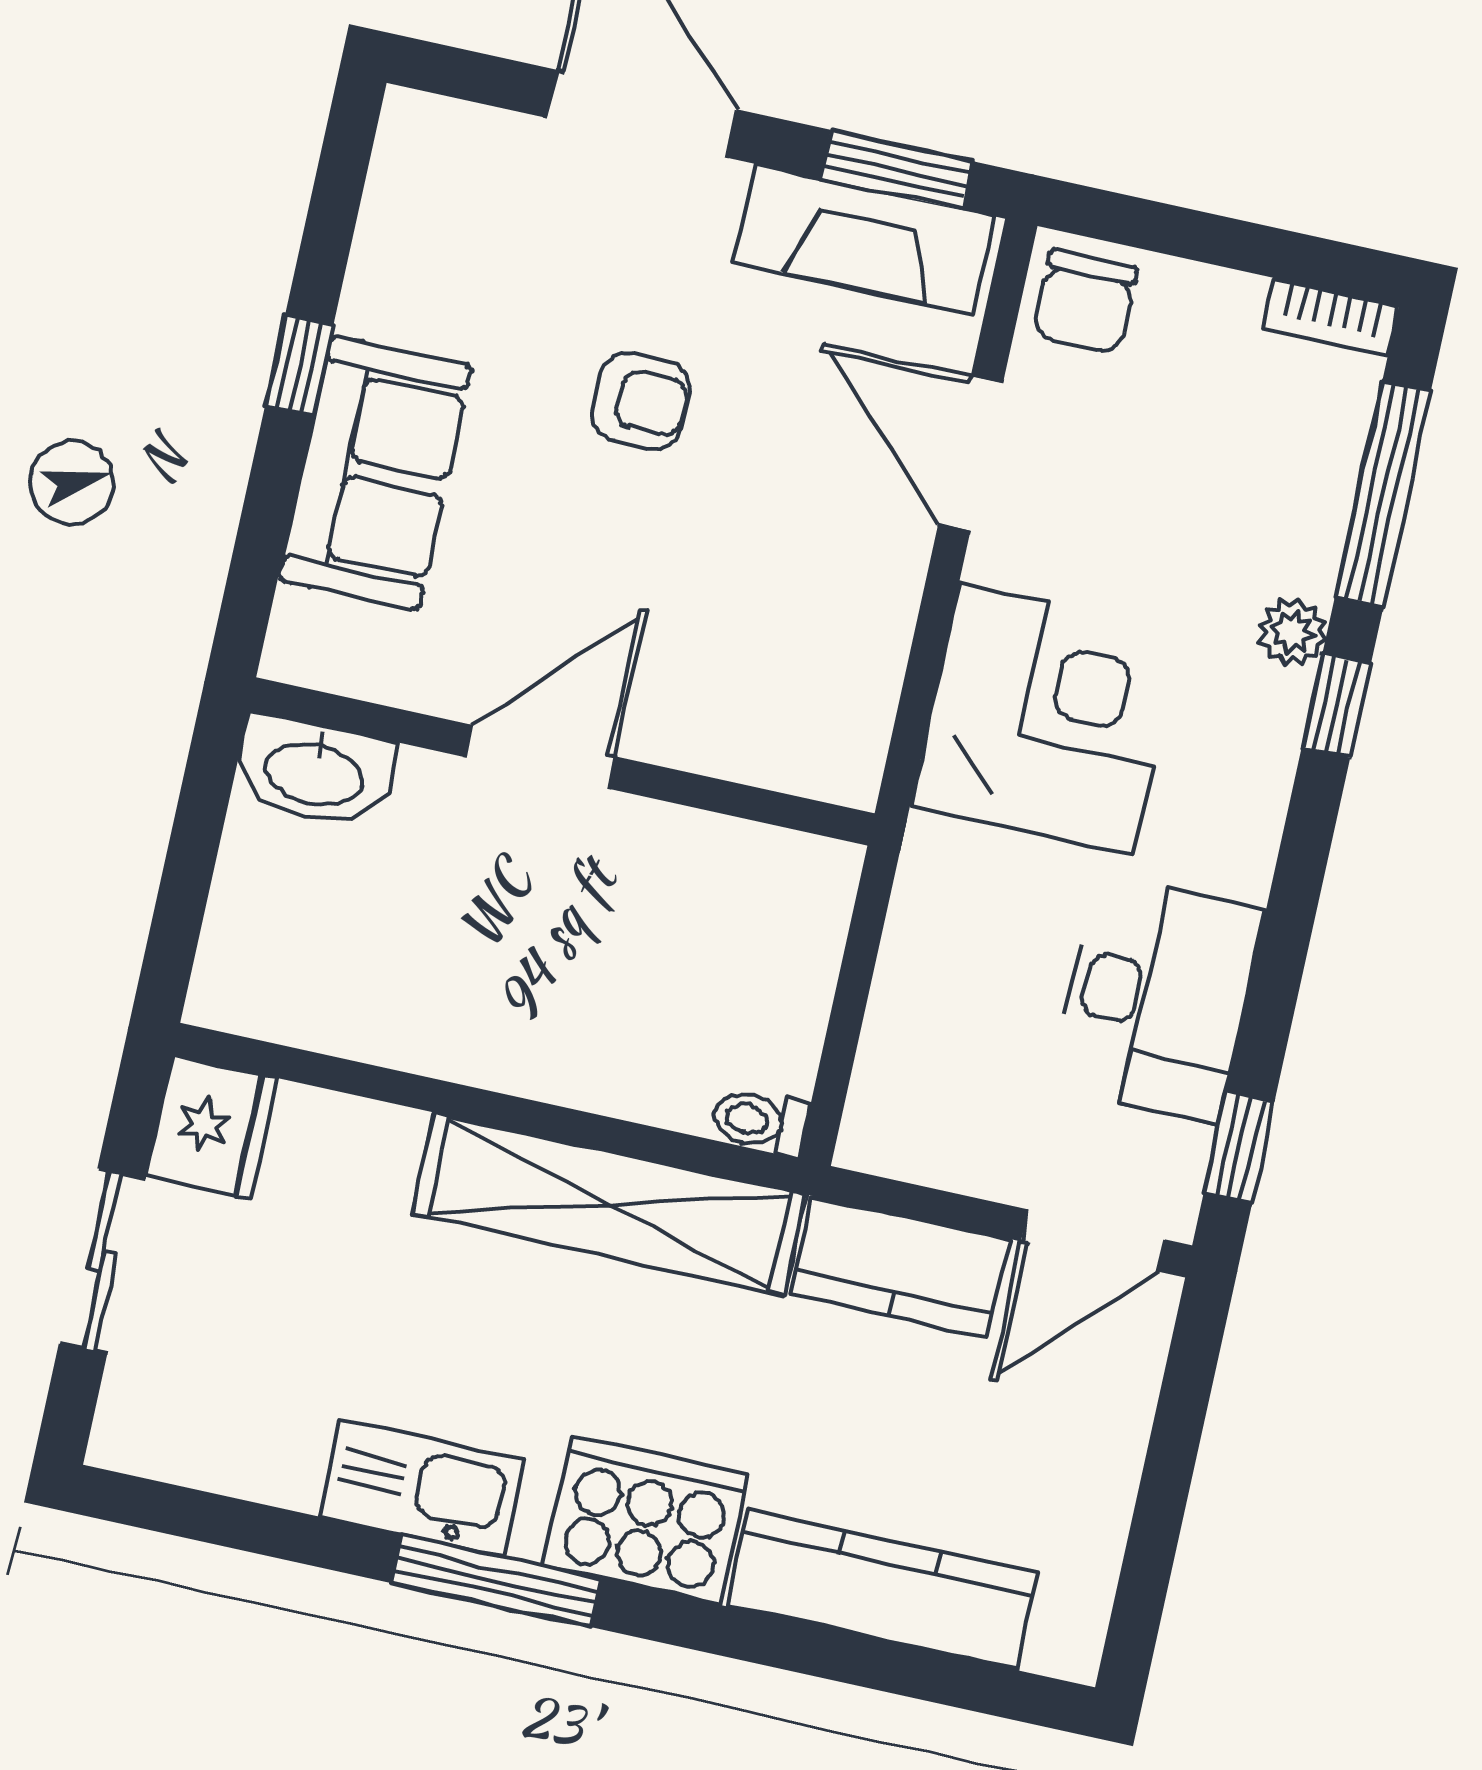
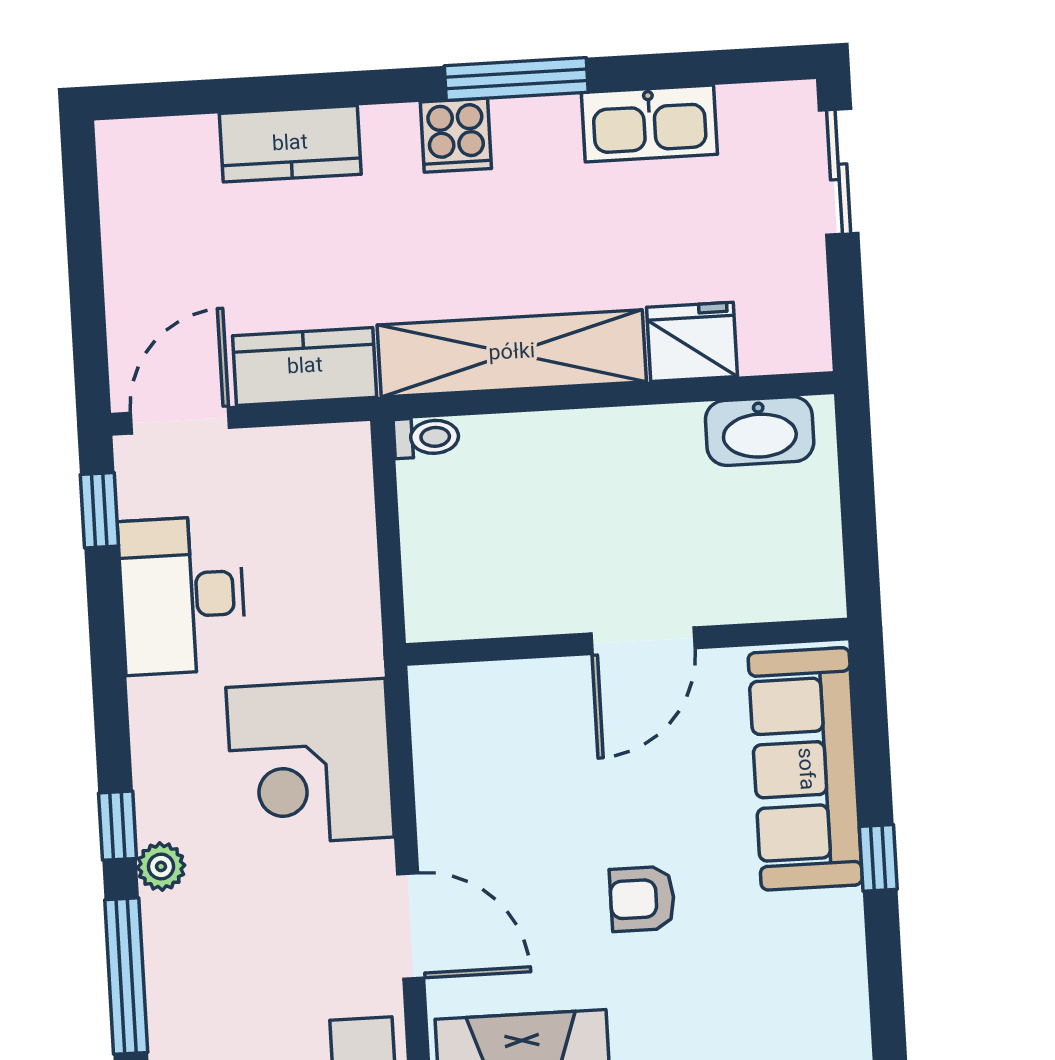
sofa: (375, 473) -> (805, 769), width x1.36
washbasin: (314, 772) -> (760, 431), moved, turned 180
fridge: (212, 1127) -> (692, 342), moved, turned 90
sliding door: (102, 1261) -> (839, 172), moved
kitchen sink: (422, 1488) -> (649, 123), moved
cooker: (646, 1520) -> (456, 135), width x0.53, depth x0.76
kitchen counter: (882, 1590) -> (290, 144), width x0.67

